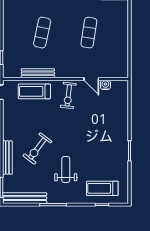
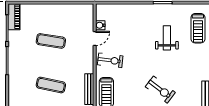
weight bench: (66, 169) -> (167, 38), moved, turned 90

